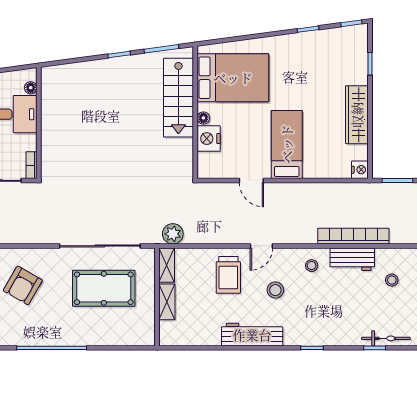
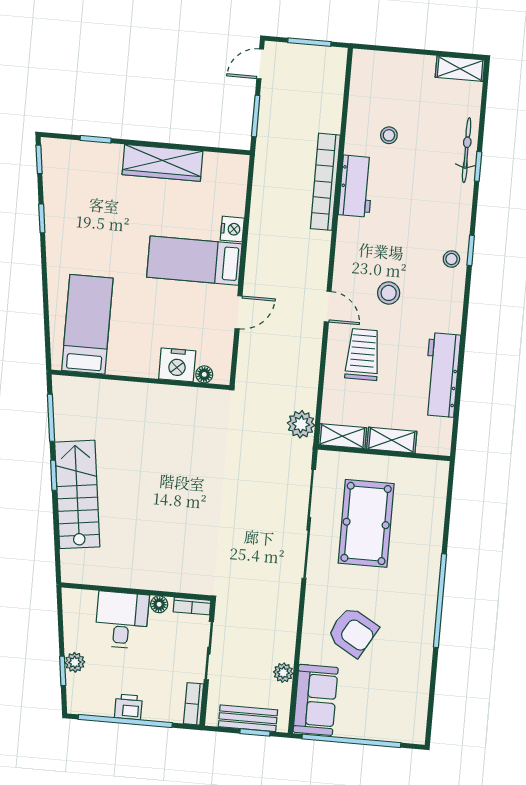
bed: (233, 78) -> (87, 324), width x0.67
floor lamp: (31, 88) -> (159, 604), moved
stairs: (178, 98) -> (77, 494), moved, turned -98
floor lamp: (203, 118) -> (204, 374), moved
nightstand: (360, 170) -> (232, 229), moved, turned 90
stool: (312, 266) -> (451, 259), moved
trolley: (228, 275) -> (363, 354), turned -90
workbench: (252, 335) -> (442, 375), moved

